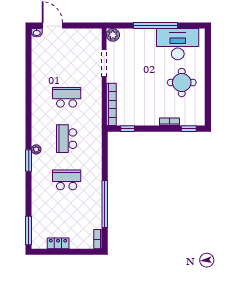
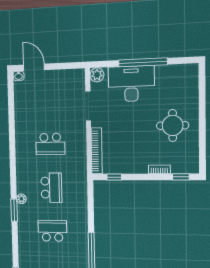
desk: (178, 44) -> (131, 84), moved
school desk: (67, 97) -> (50, 144), turned 180
school desk: (67, 139) -> (51, 188), turned 180

